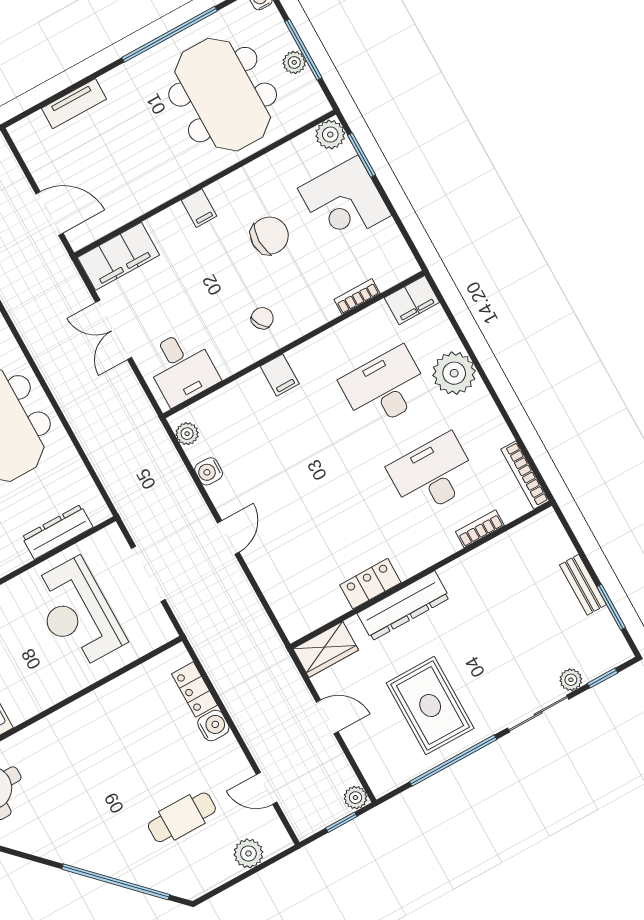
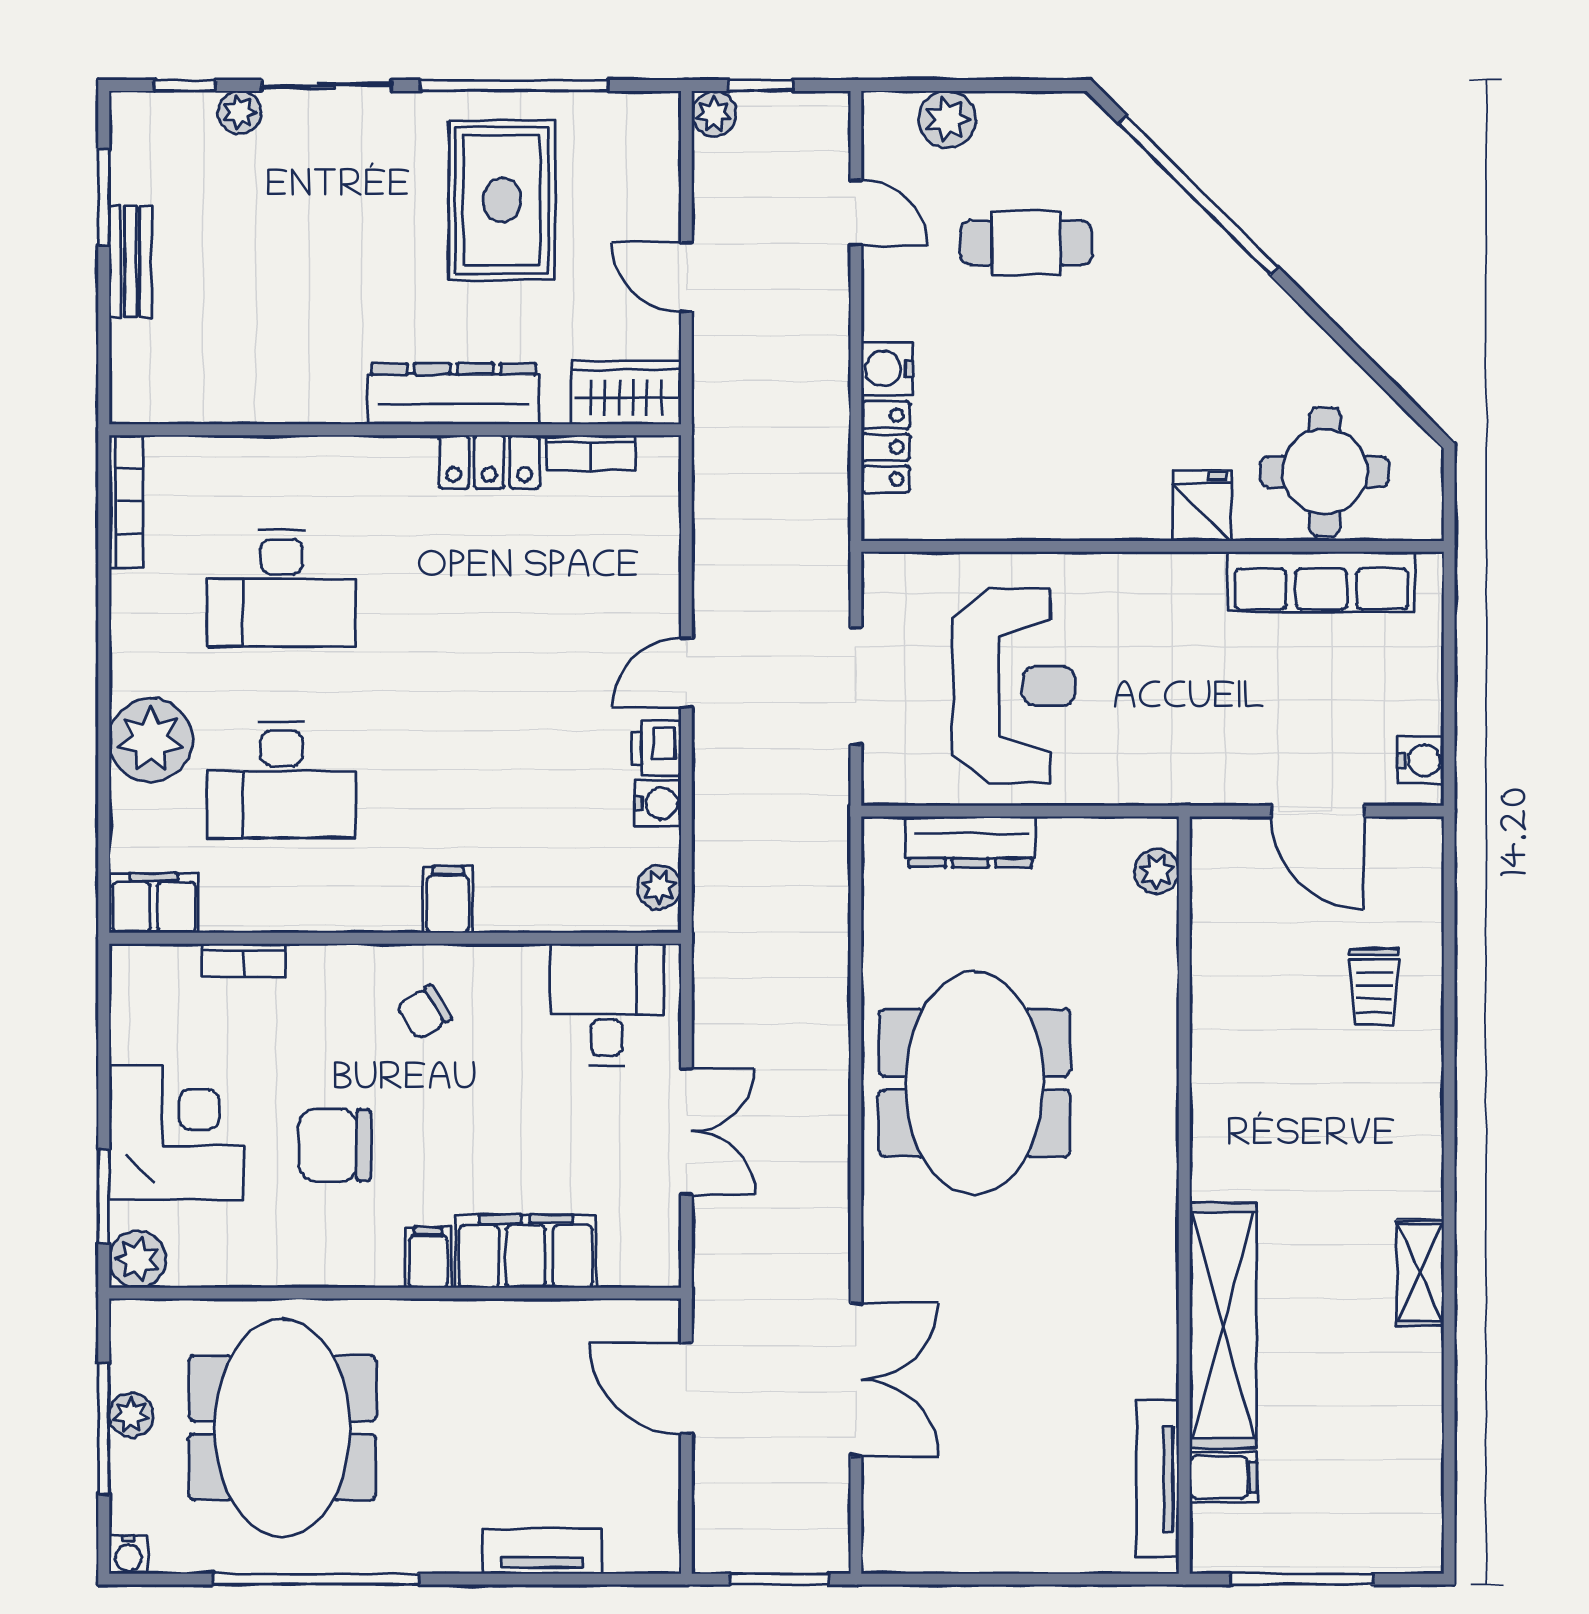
filing cabinet: (119, 256) -> (526, 1251), moved
printer: (223, 496) -> (656, 748), added
bookcase: (480, 529) -> (591, 453), moved
fridge: (36, 742) -> (1202, 506), added

